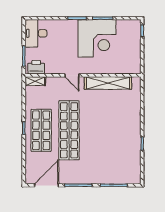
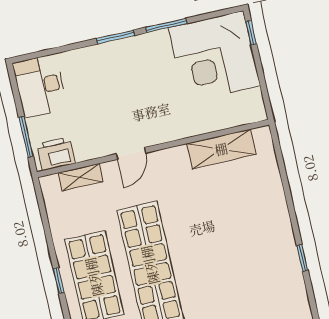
corner desk: (97, 38) -> (214, 57), moved, turned 90
door: (72, 75) -> (131, 153), hinge flipped
shelving: (35, 81) -> (80, 177), moved
shelving: (108, 83) -> (221, 149), width x0.68

